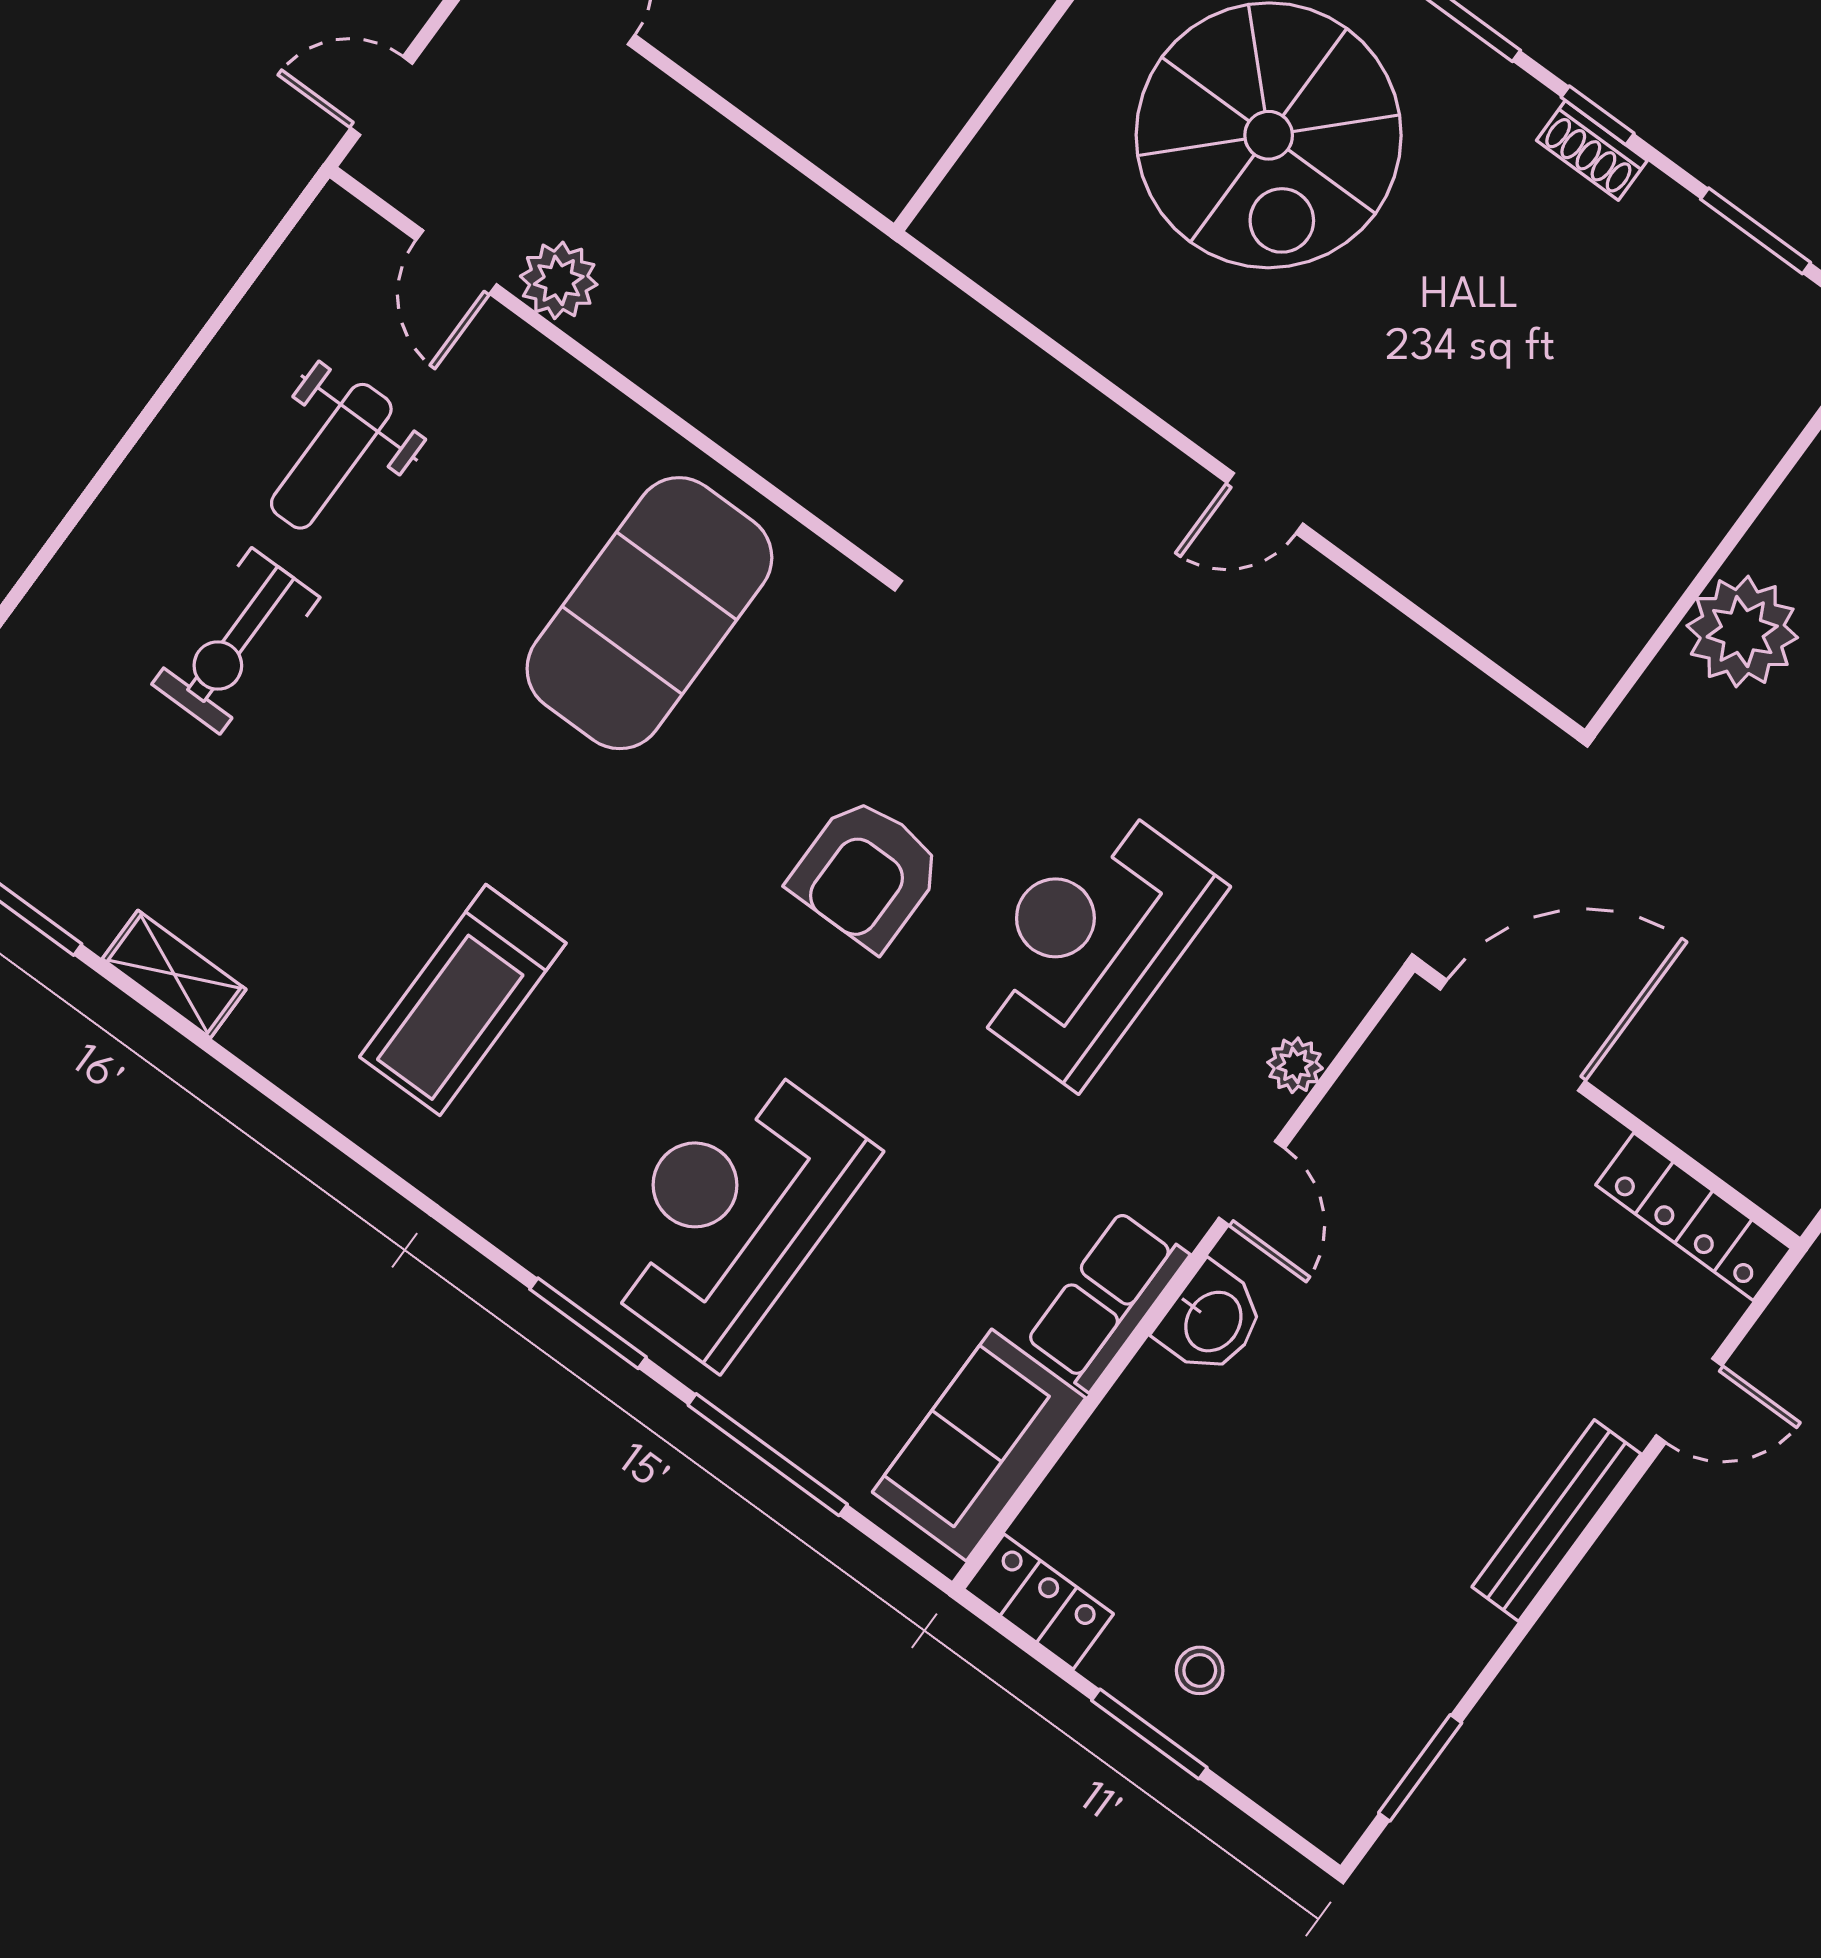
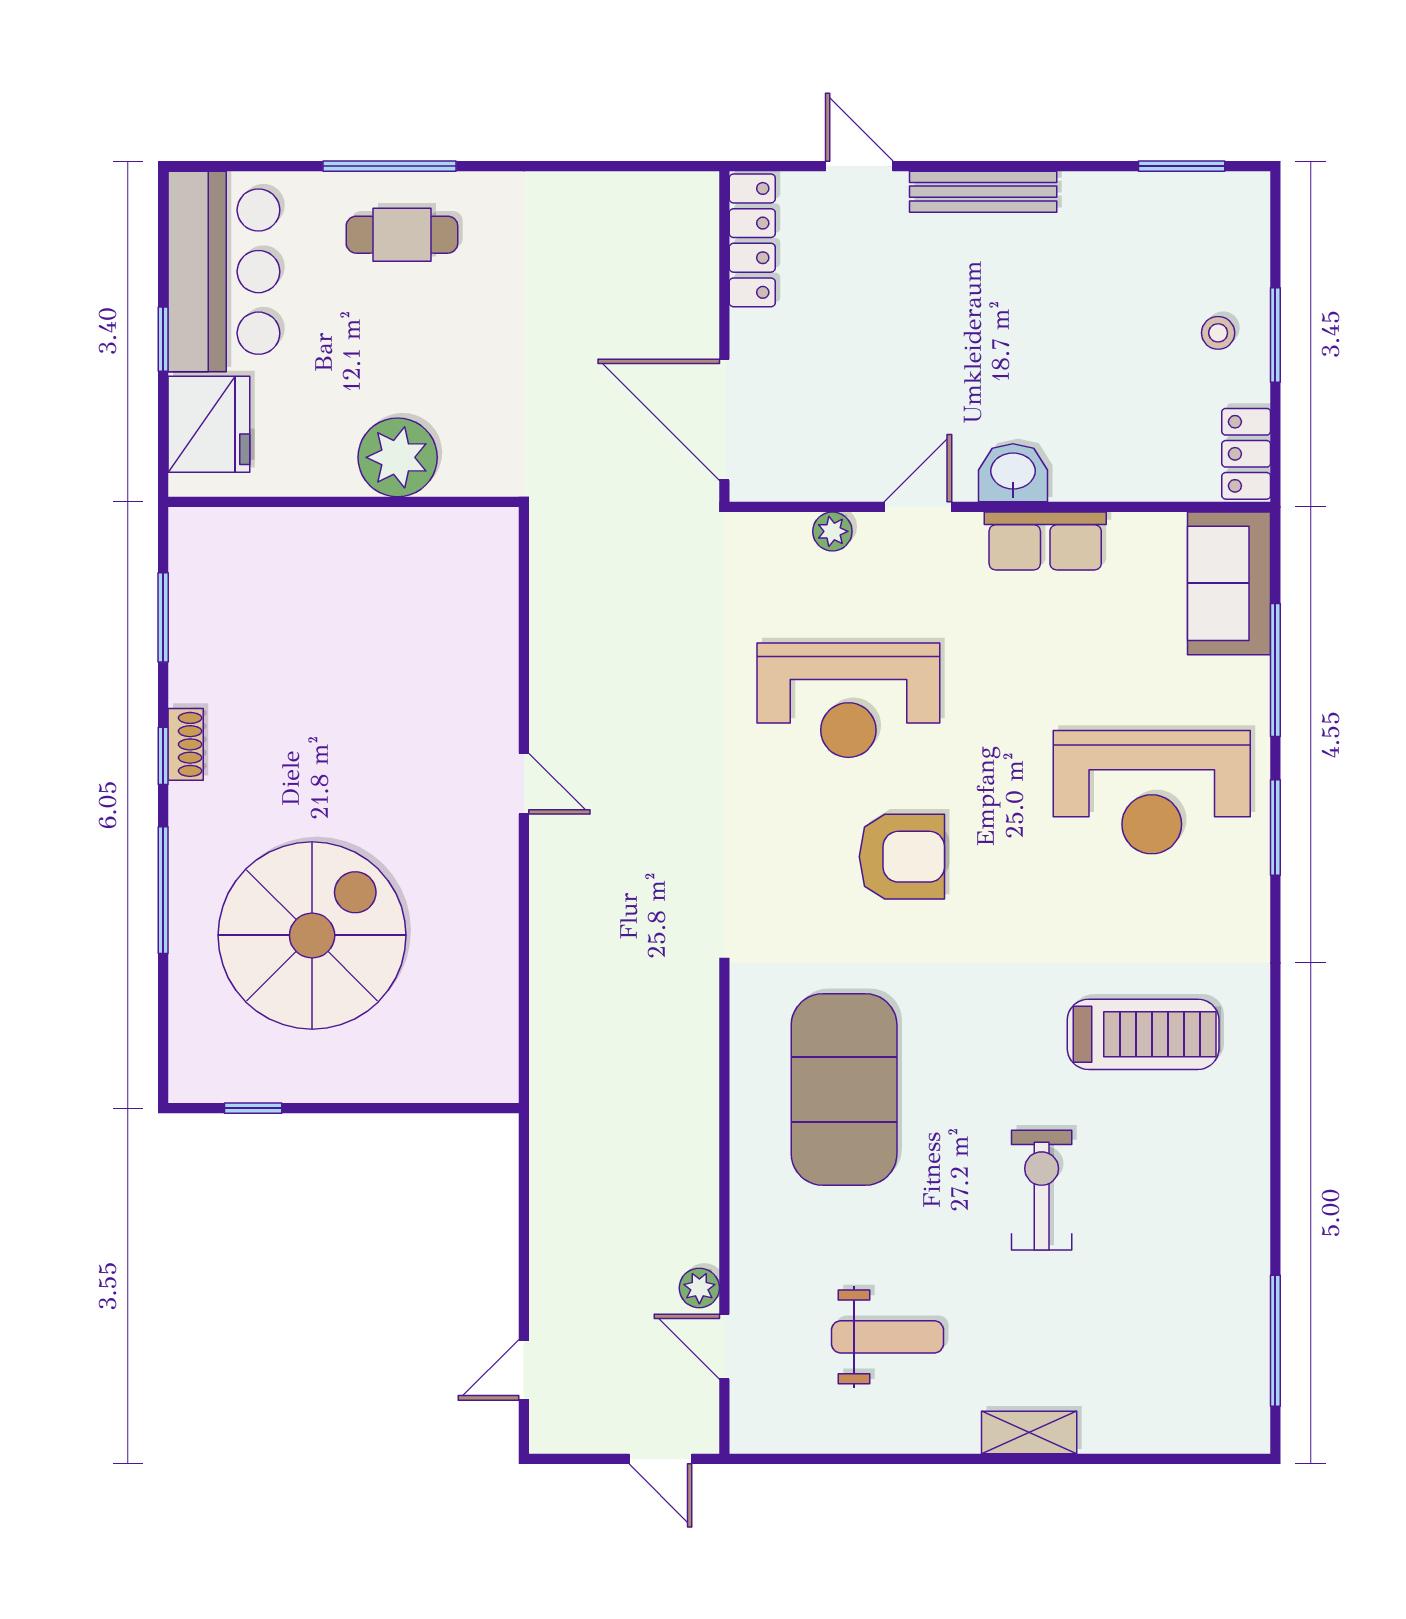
door: (456, 262) -> (724, 1347), swing flipped
plant: (559, 280) -> (699, 1288), width x0.73, depth x0.73
exercise mat: (649, 613) -> (844, 1089), turned 90
exercise bike: (236, 641) -> (1042, 1190), moved, turned -90
shelving: (174, 974) -> (1029, 1433), moved, turned 90
sofa: (979, 1445) -> (1229, 583), moved, turned 90

